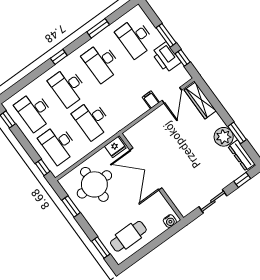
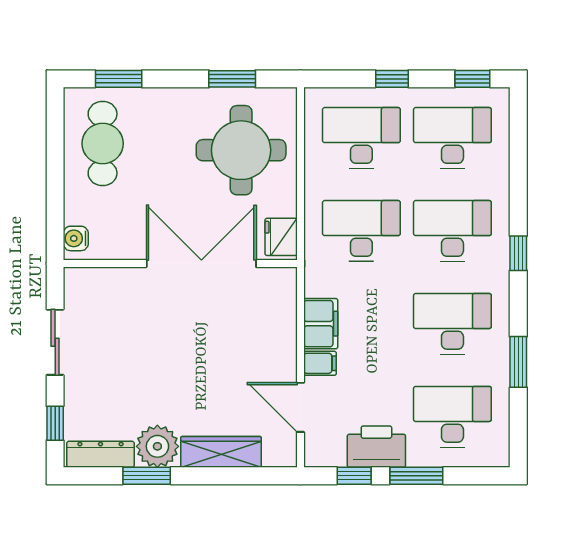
wardrobe: (200, 100) -> (221, 452), moved
filing cabinet: (136, 110) -> (321, 324), added
window: (43, 167) -> (392, 79), moved

